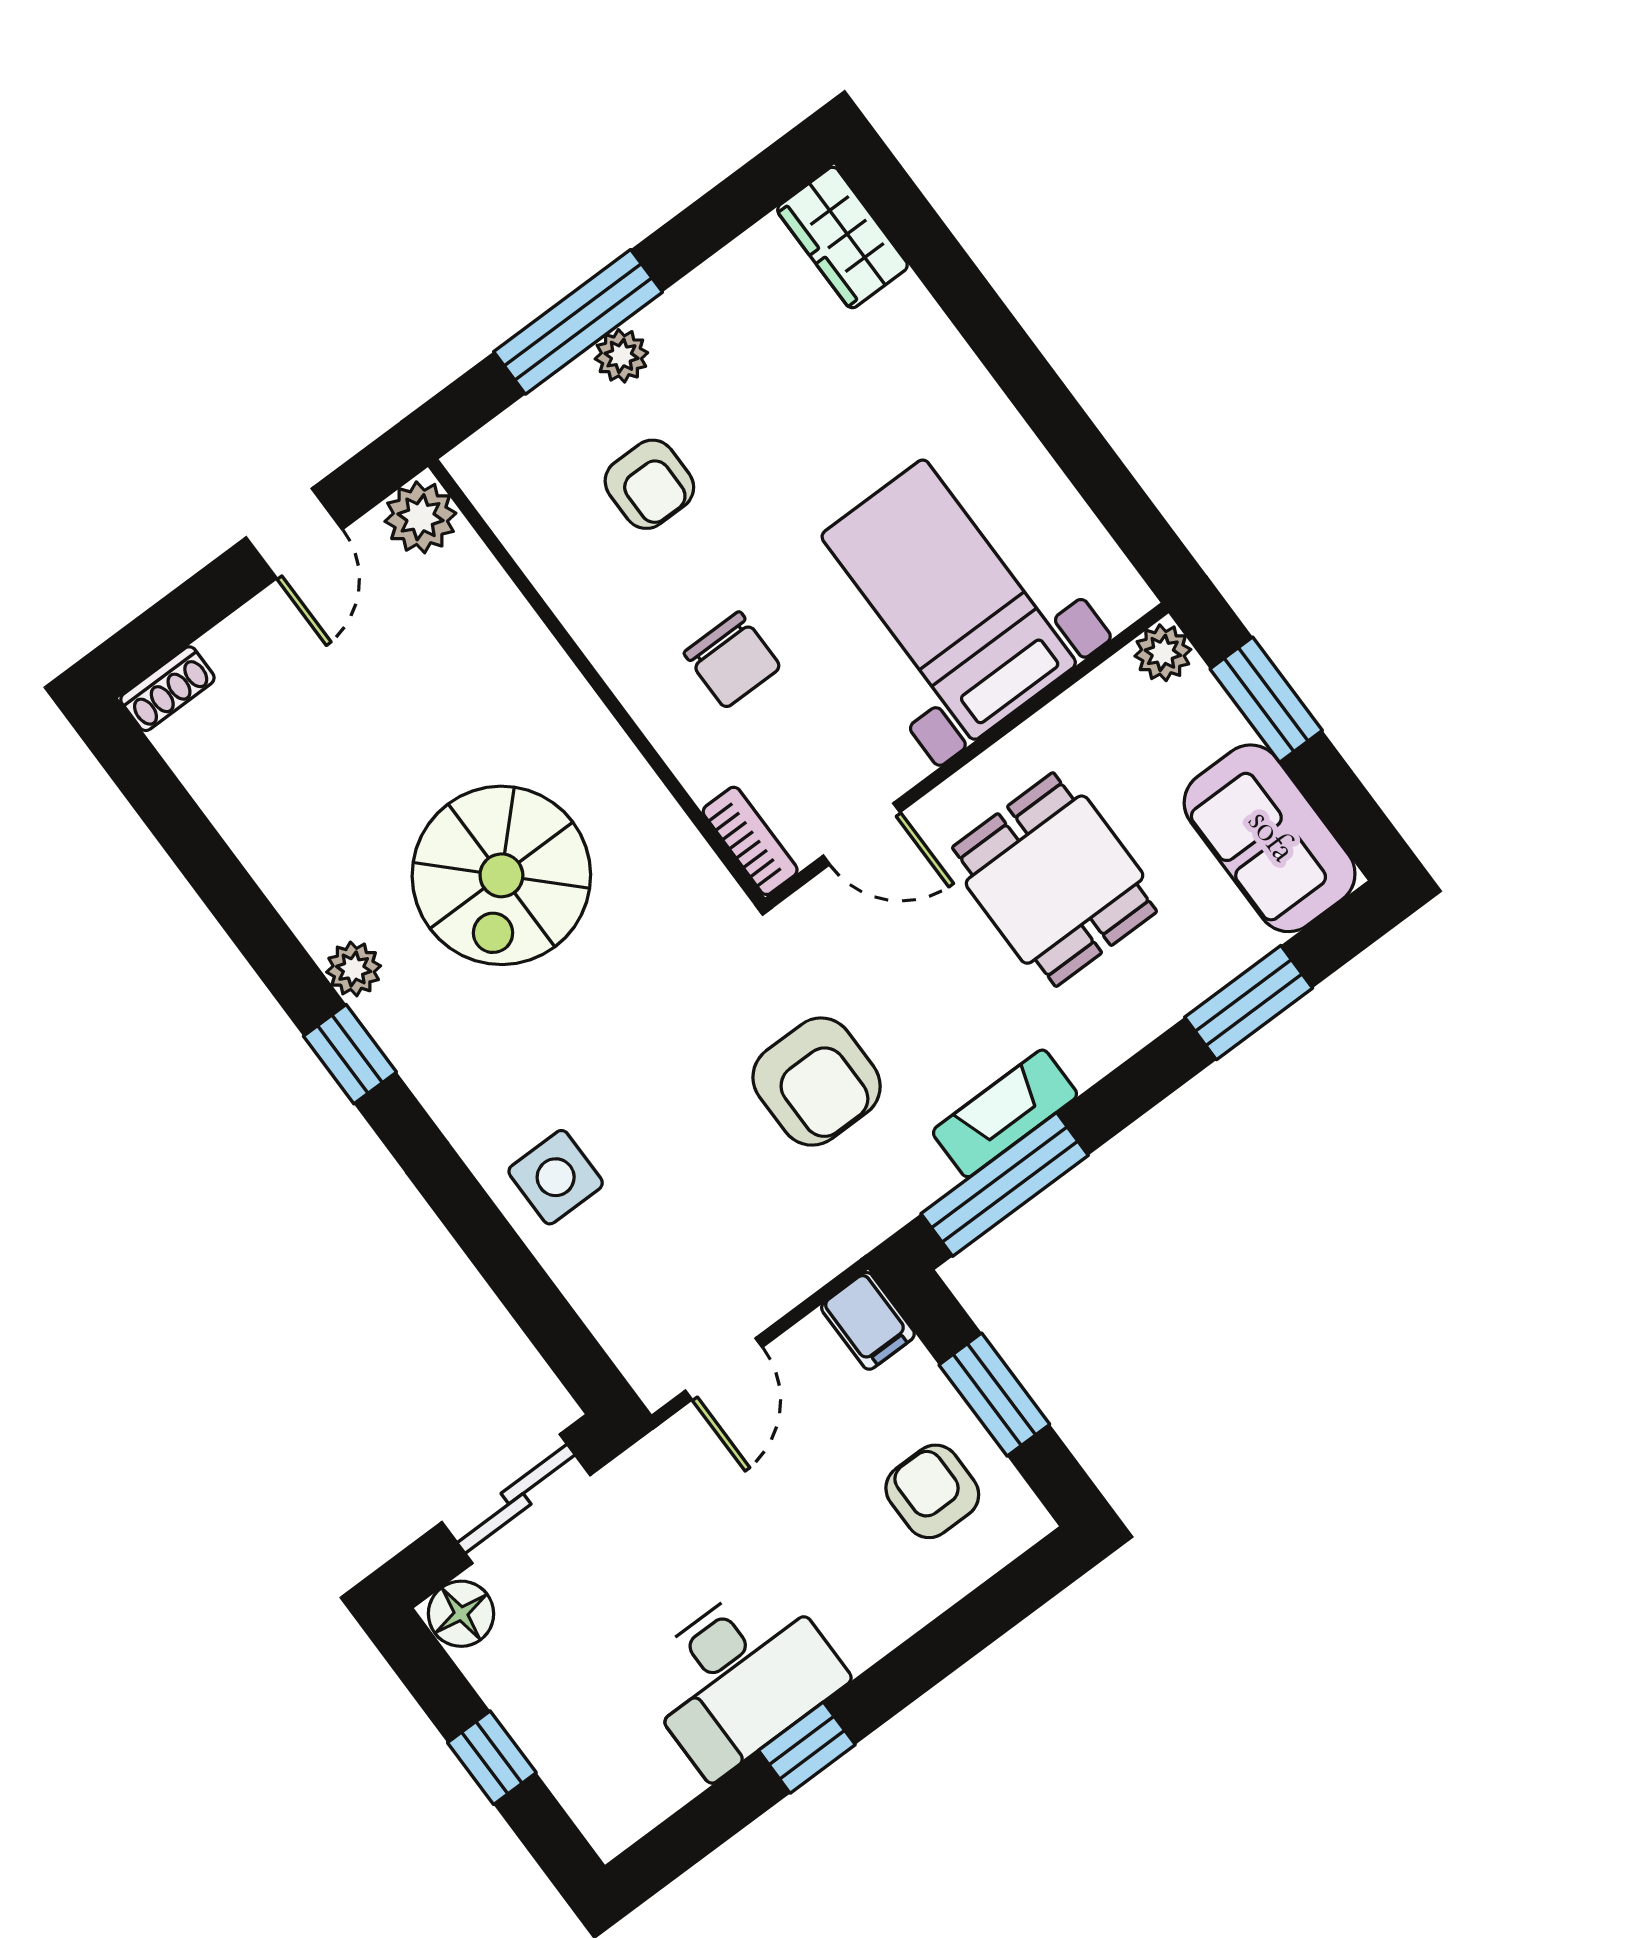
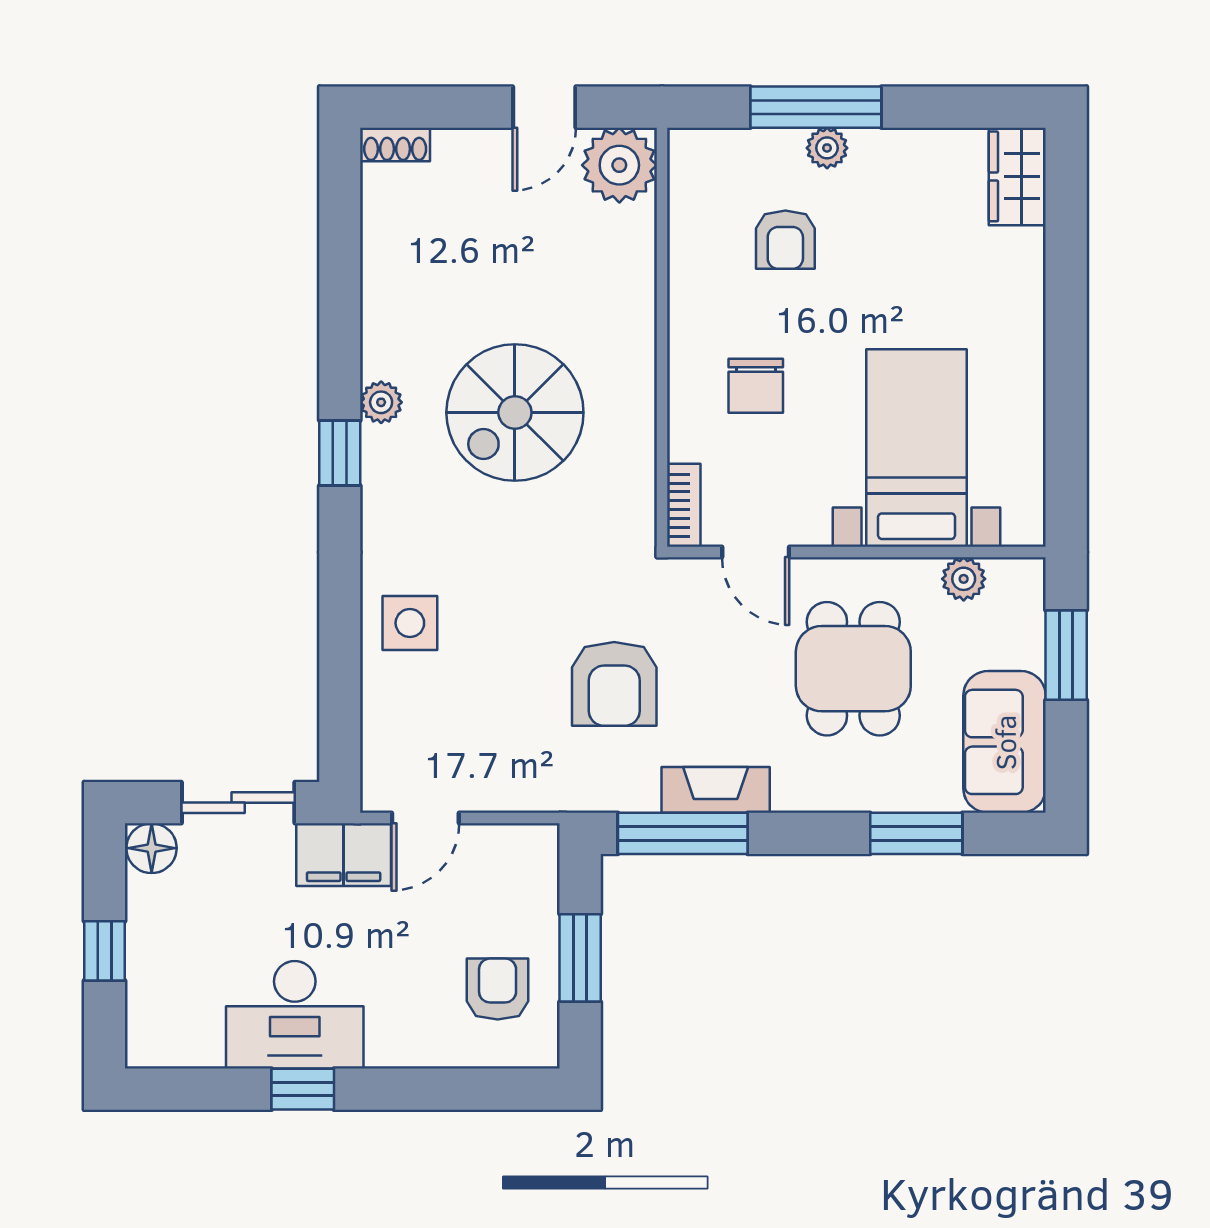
plant: (420, 517) -> (619, 165), width x1.36, depth x1.36
plant: (1163, 653) -> (964, 579), moved
filing cabinet: (868, 1321) -> (344, 855), moved, width x2.00

